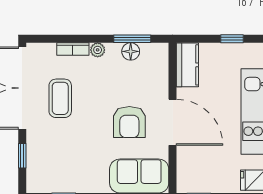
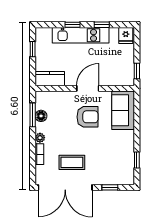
door: (173, 122) -> (88, 88), width x0.73

